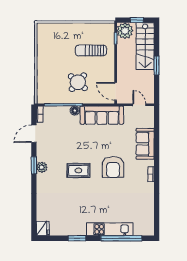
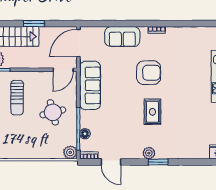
round table: (78, 82) -> (53, 112), turned 35
plant: (42, 98) -> (70, 152), added
door: (139, 105) -> (78, 43), width x1.88
floor lamp: (75, 111) -> (85, 134), moved
window: (34, 165) -> (158, 162), moved

